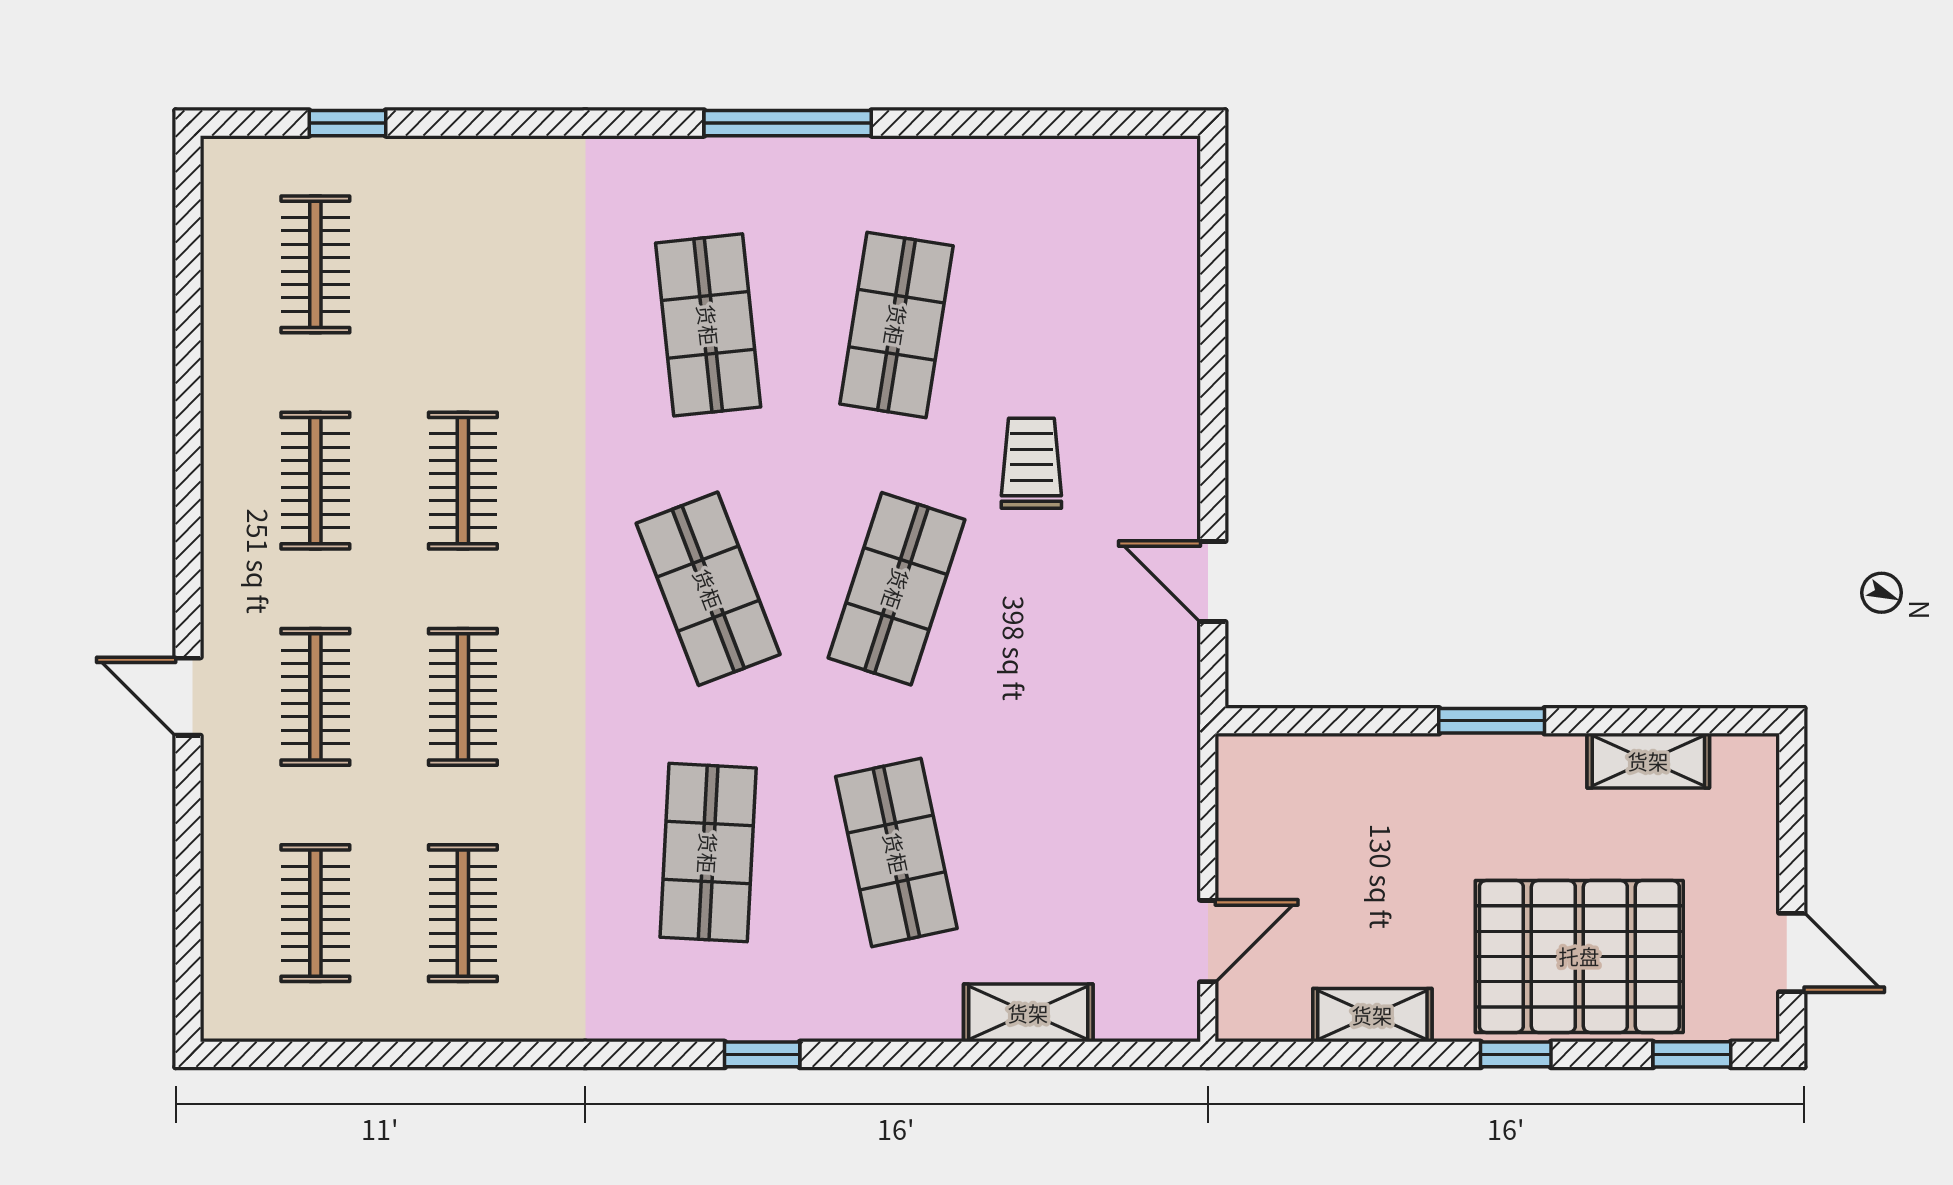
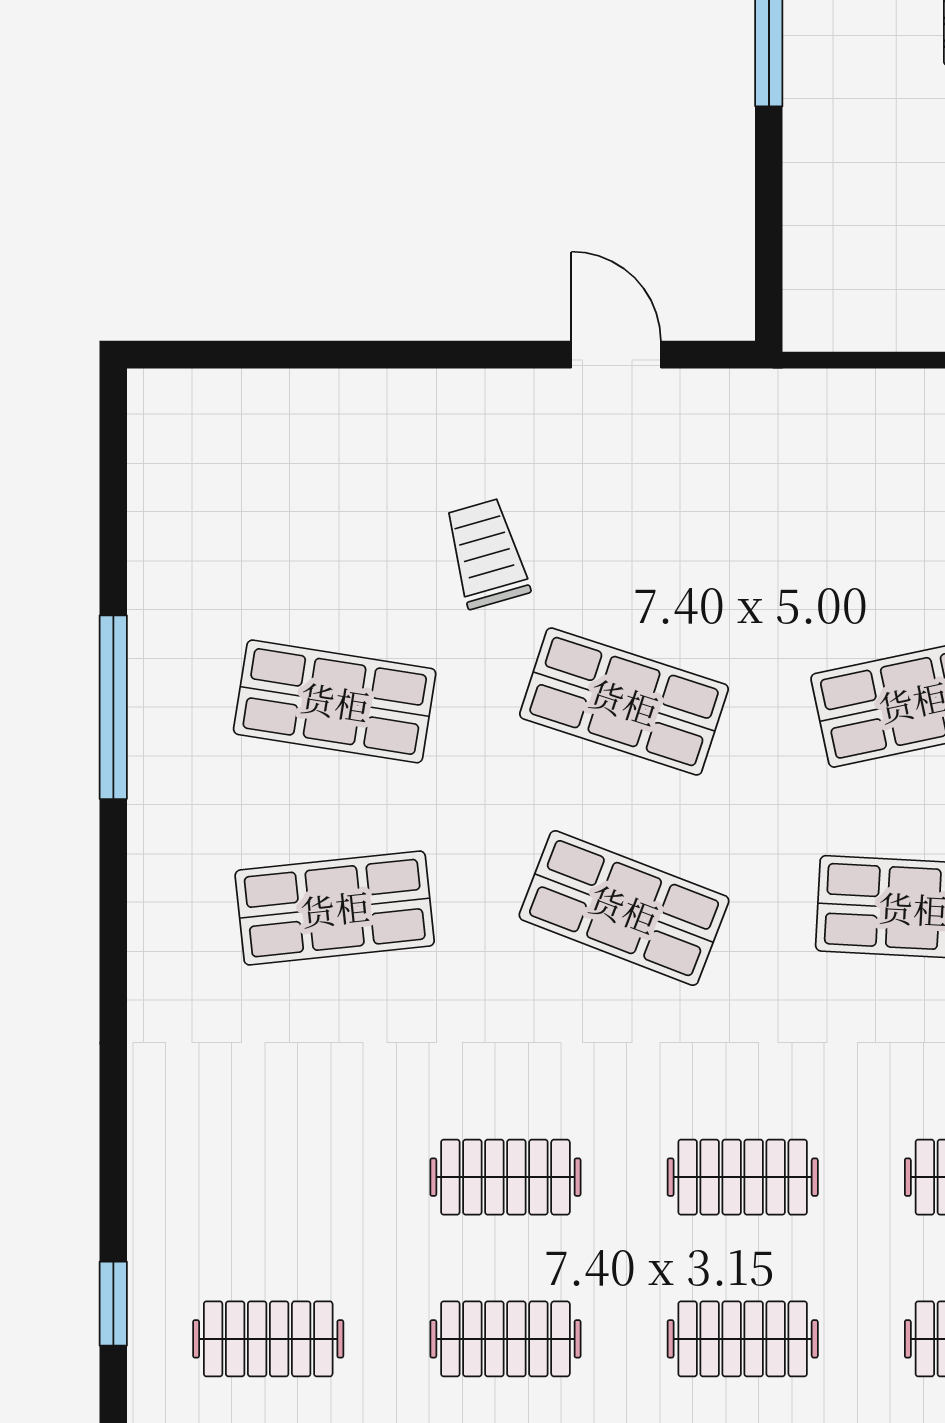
window: (788, 123) -> (113, 707), moved
trolley: (1031, 463) -> (486, 554), turned 74
door: (1213, 581) -> (616, 355), swing flipped
shop shelf: (708, 589) -> (624, 908), turned 42

